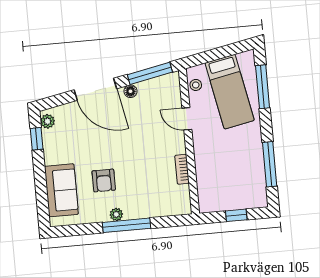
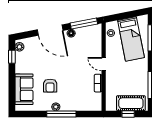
door: (187, 119) -> (104, 64), moved
cot: (239, 197) -> (131, 103), added

